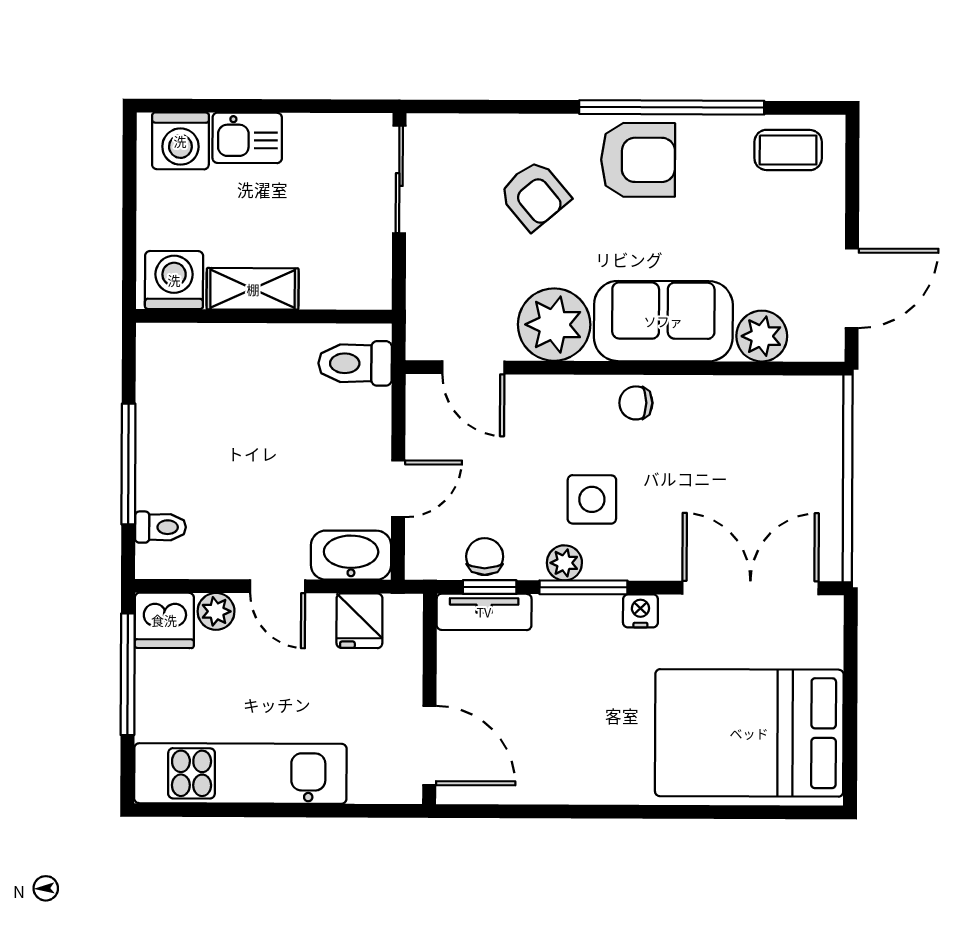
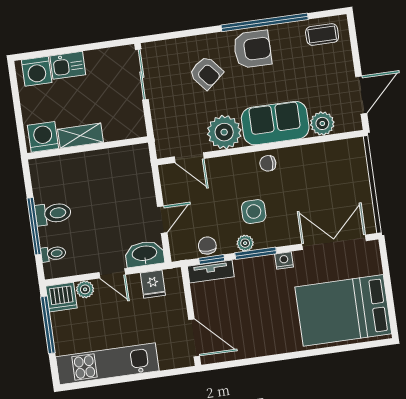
toilet: (355, 363) -> (53, 214), moved, turned 180

